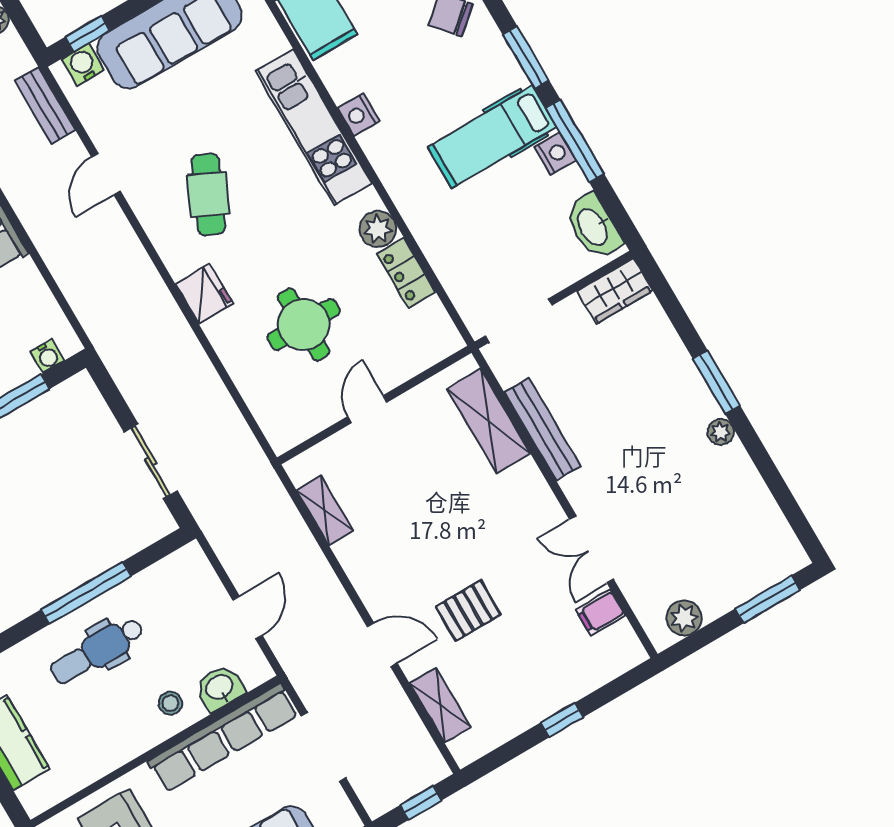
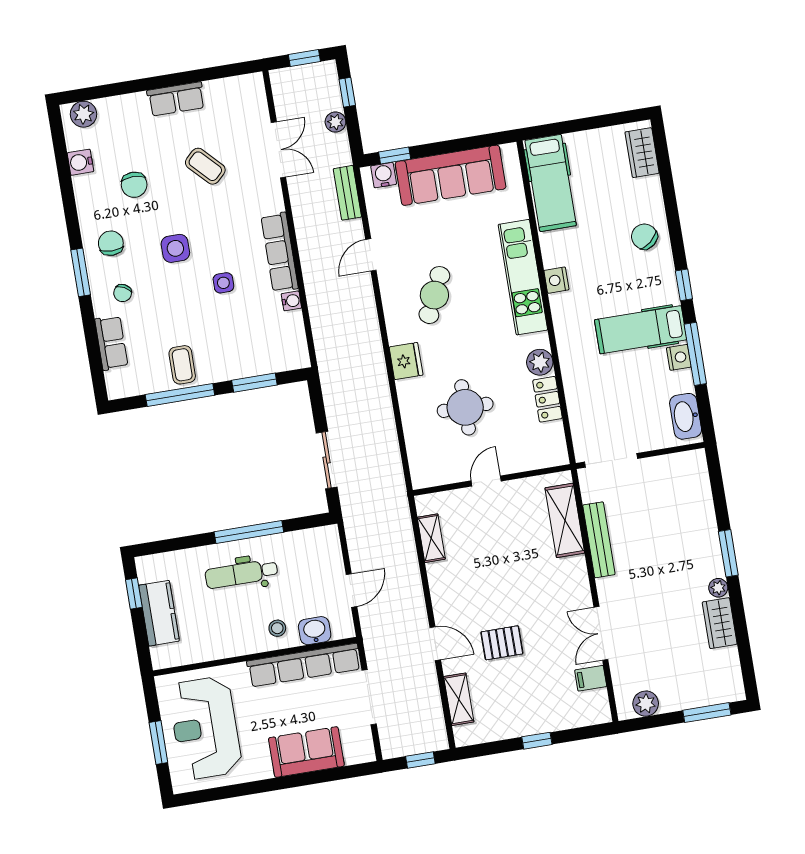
window: (526, 57) -> (684, 285), width x0.67
wardrobe: (615, 291) -> (720, 623), moved, turned 90
water cooler: (47, 356) -> (291, 301), moved, turned -90

